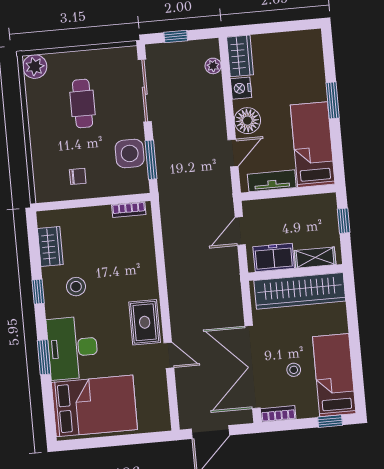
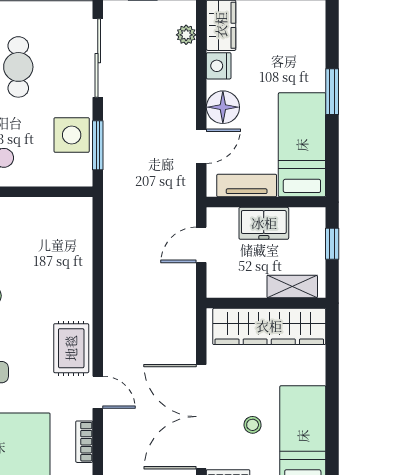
bookcase: (129, 210) -> (84, 442), moved, turned 90
freezer: (274, 258) -> (264, 223), moved, turned 180

